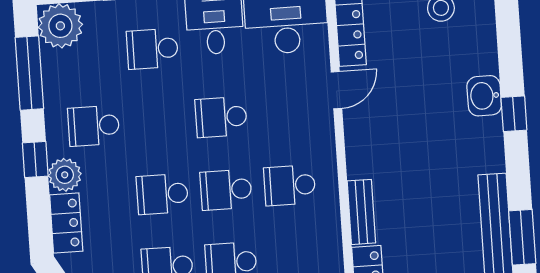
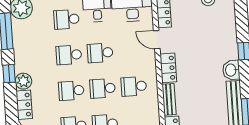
door: (336, 90) -> (157, 40), swing flipped
washbasin: (484, 96) -> (231, 70), moved
school desk: (94, 126) -> (69, 55), moved
locker: (360, 148) -> (168, 68), added

